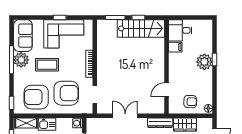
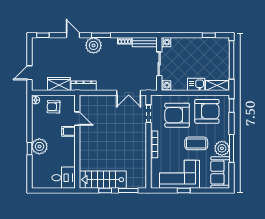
filing cabinet: (175, 47) -> (68, 131), moved
door: (166, 90) -> (77, 119), hinge flipped
double door: (125, 116) -> (129, 93), moved

